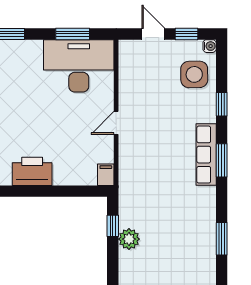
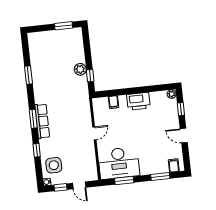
filing cabinet: (106, 175) -> (113, 102), moved

